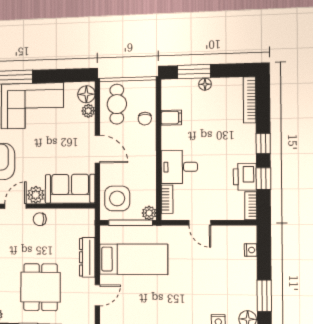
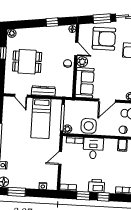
printer: (245, 177) -> (96, 186), moved
side table: (117, 198) -> (89, 126), moved

